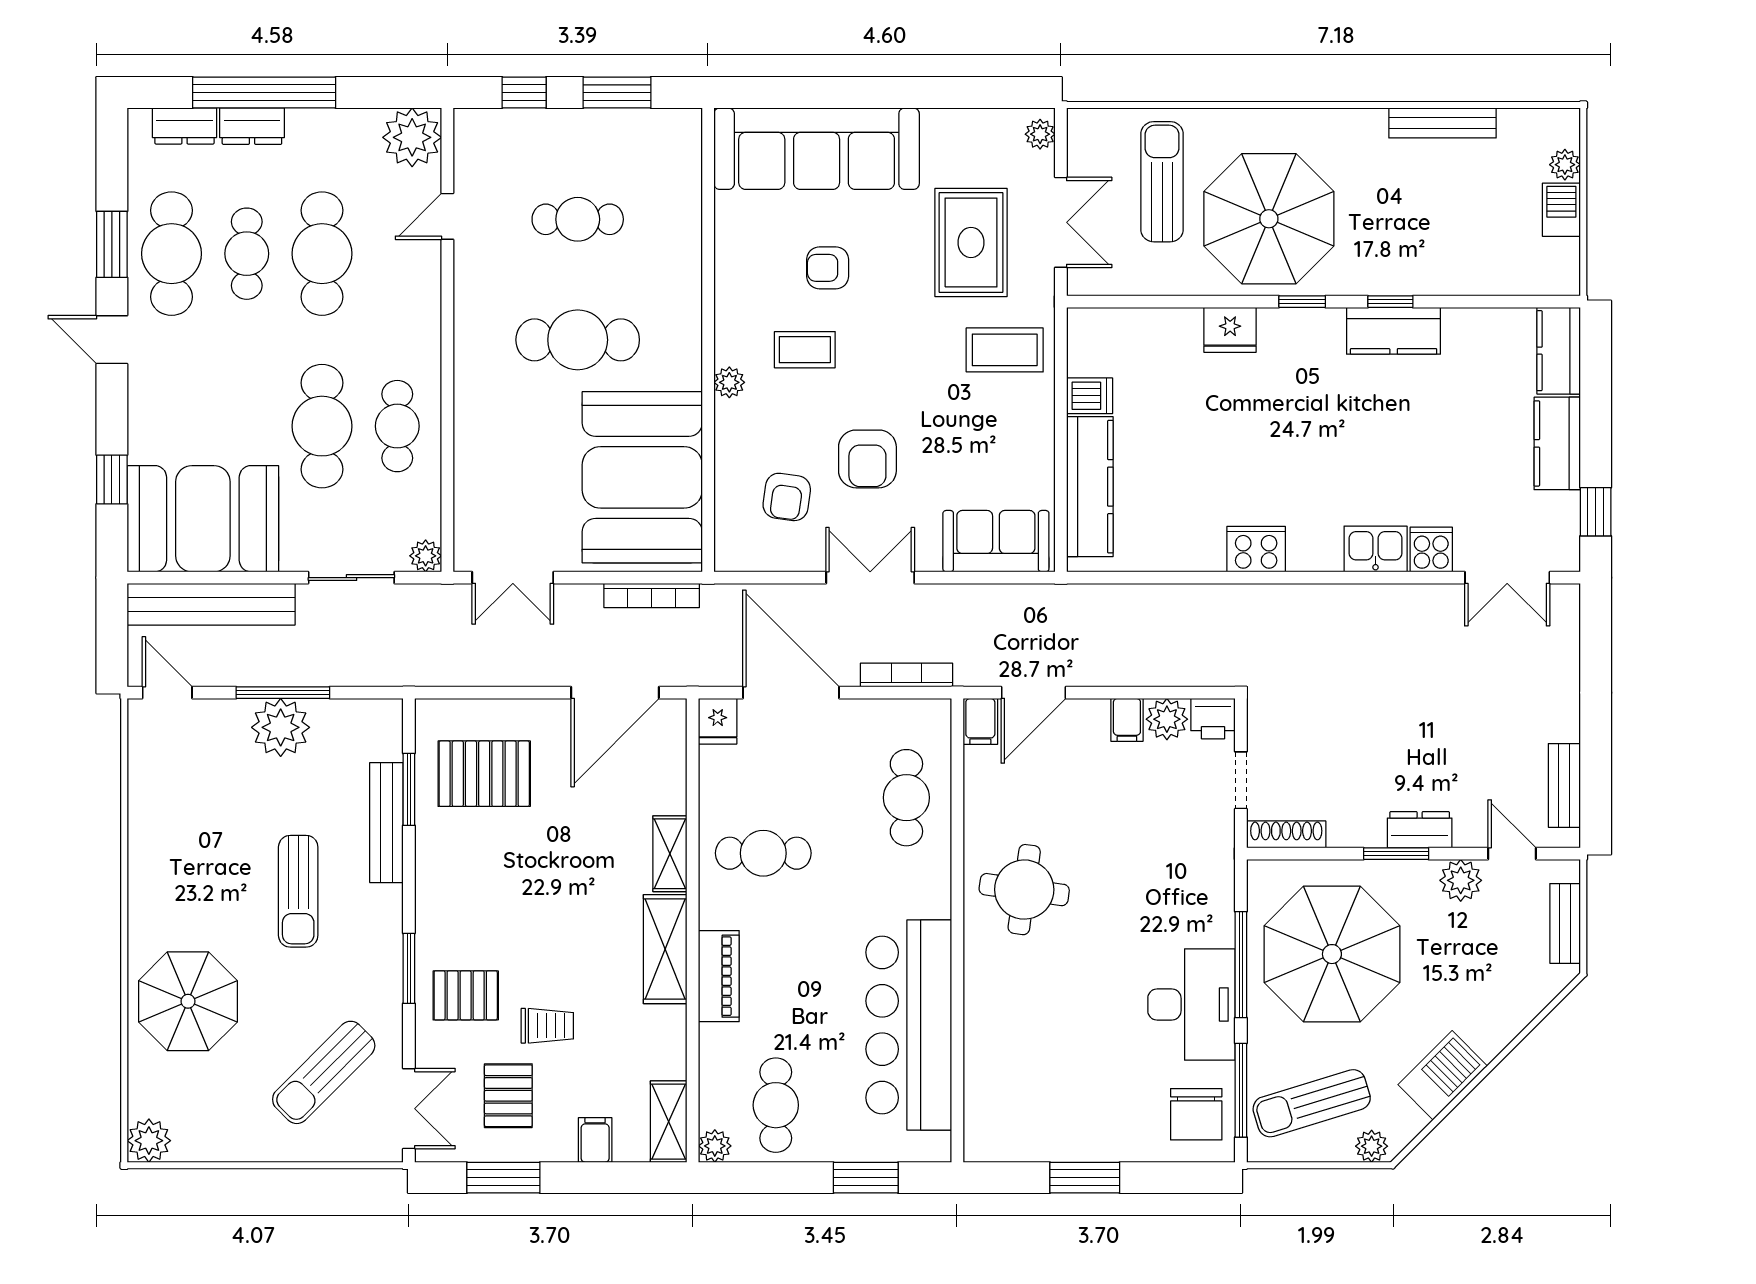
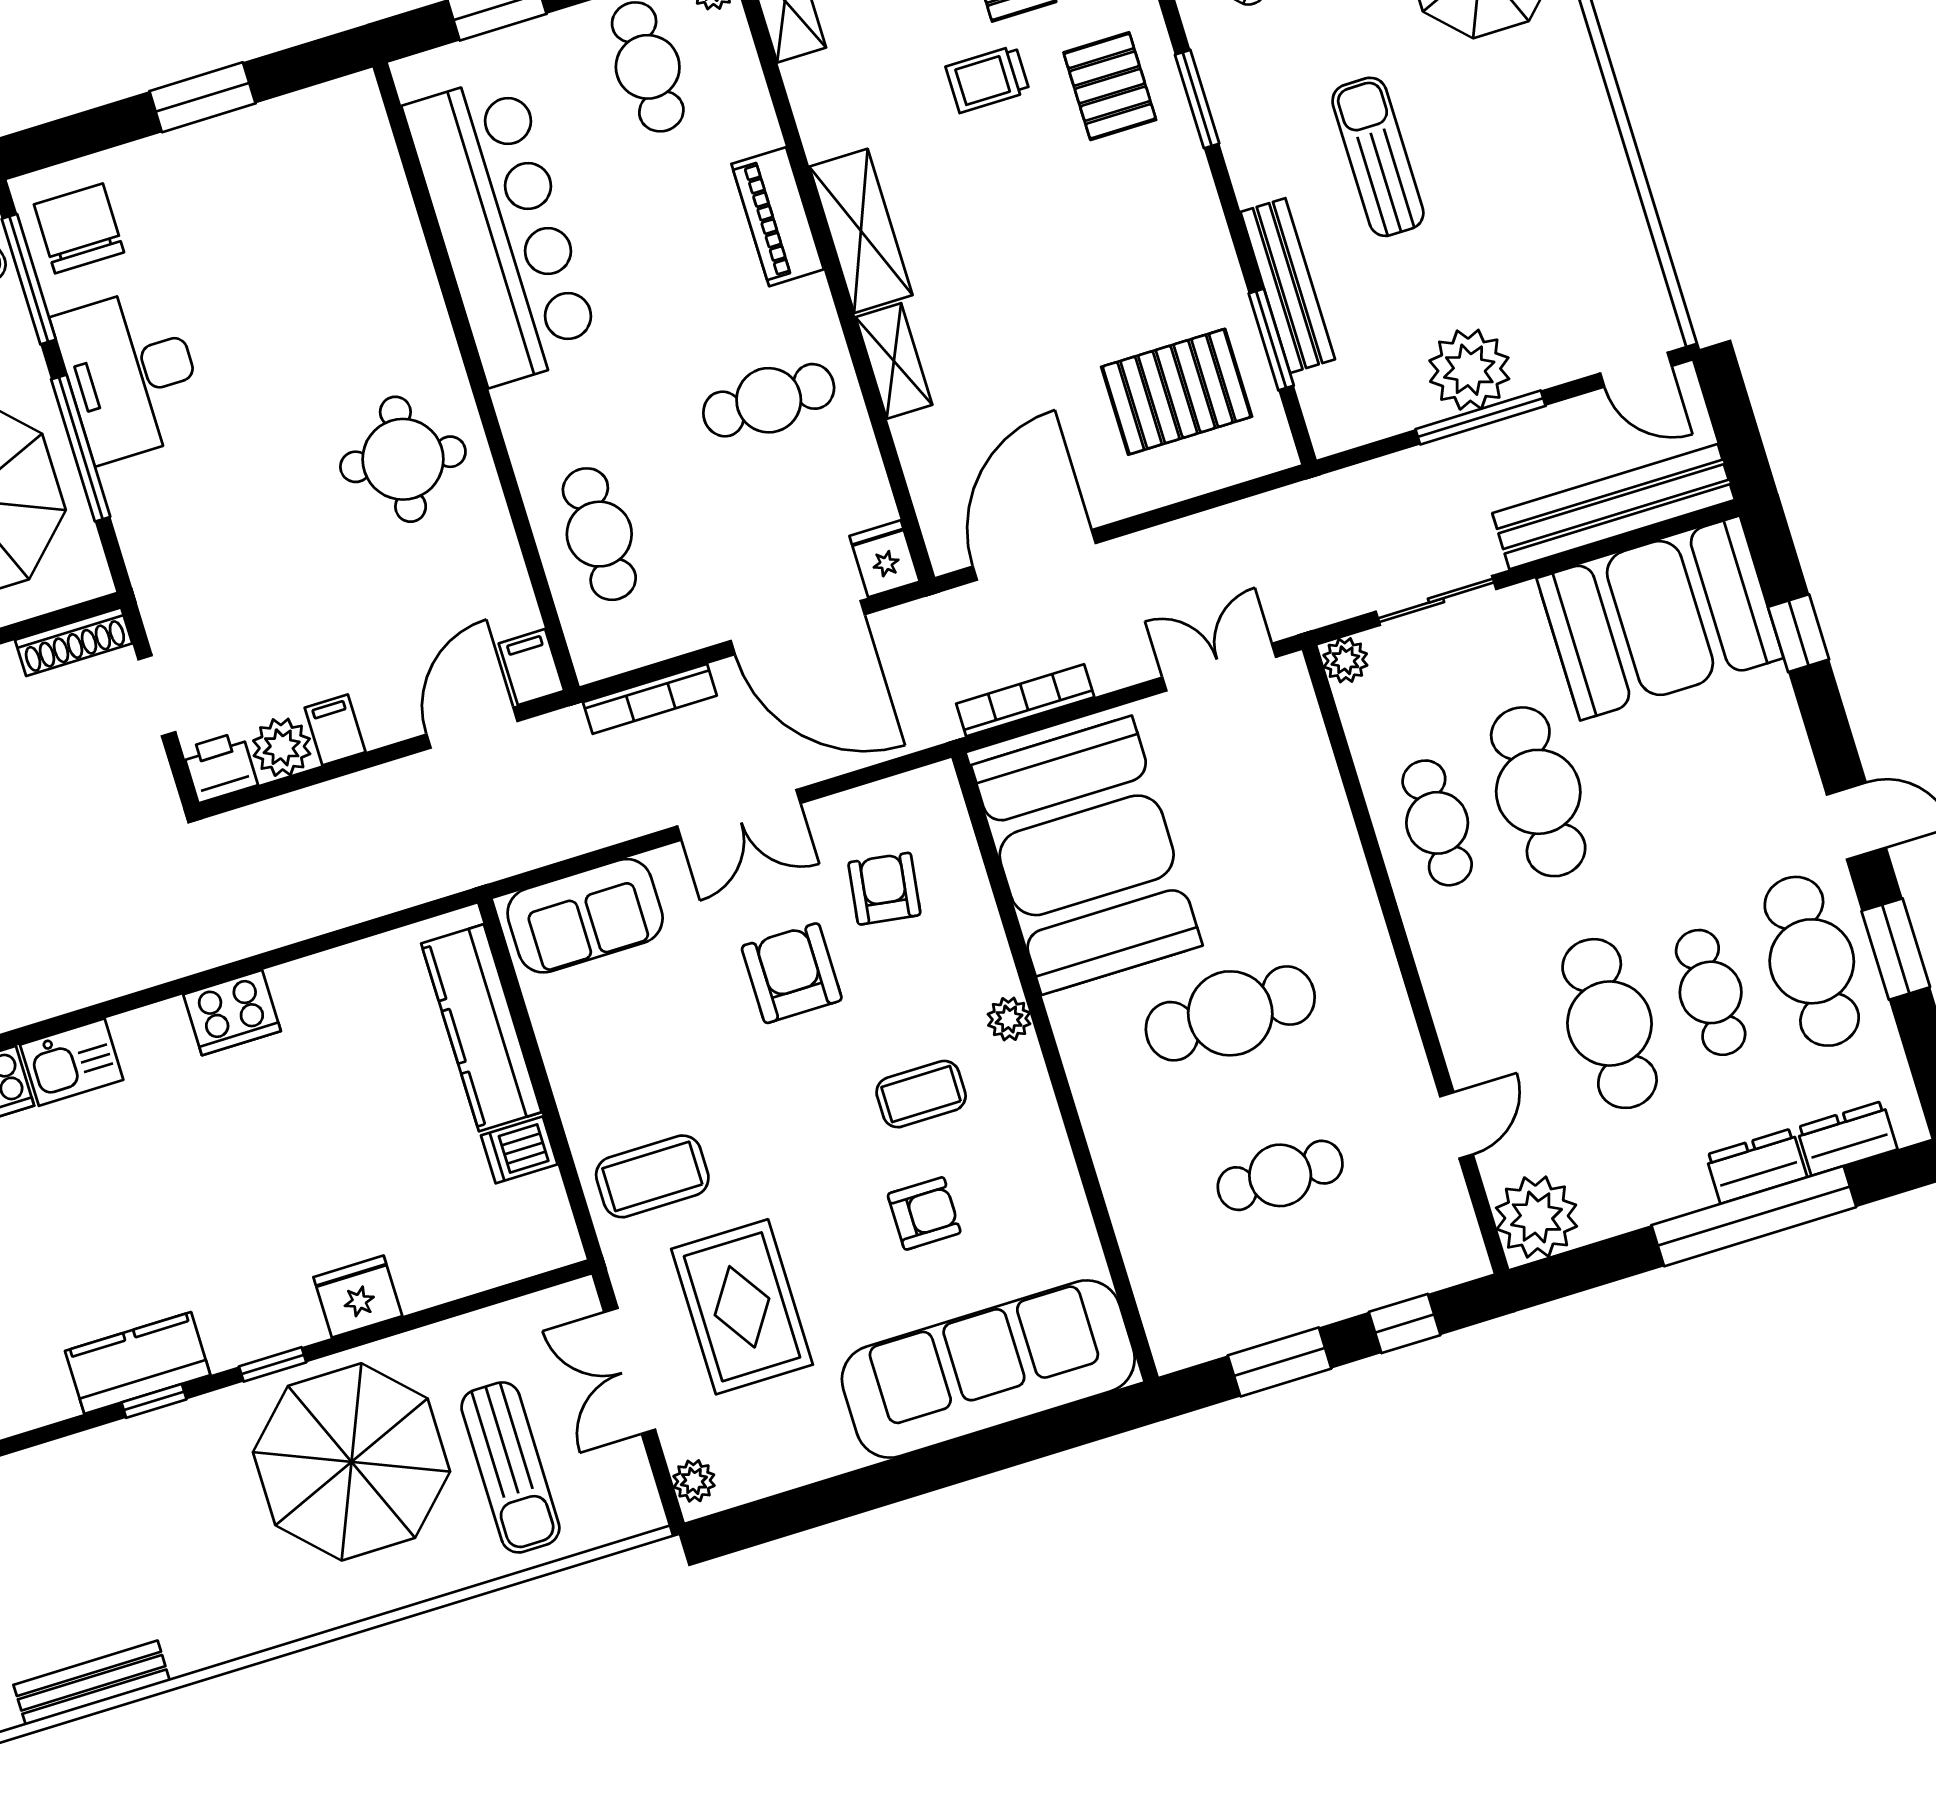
bench: (1442, 123) -> (92, 1683), moved
pallet: (466, 995) -> (1110, 86), turned 90

